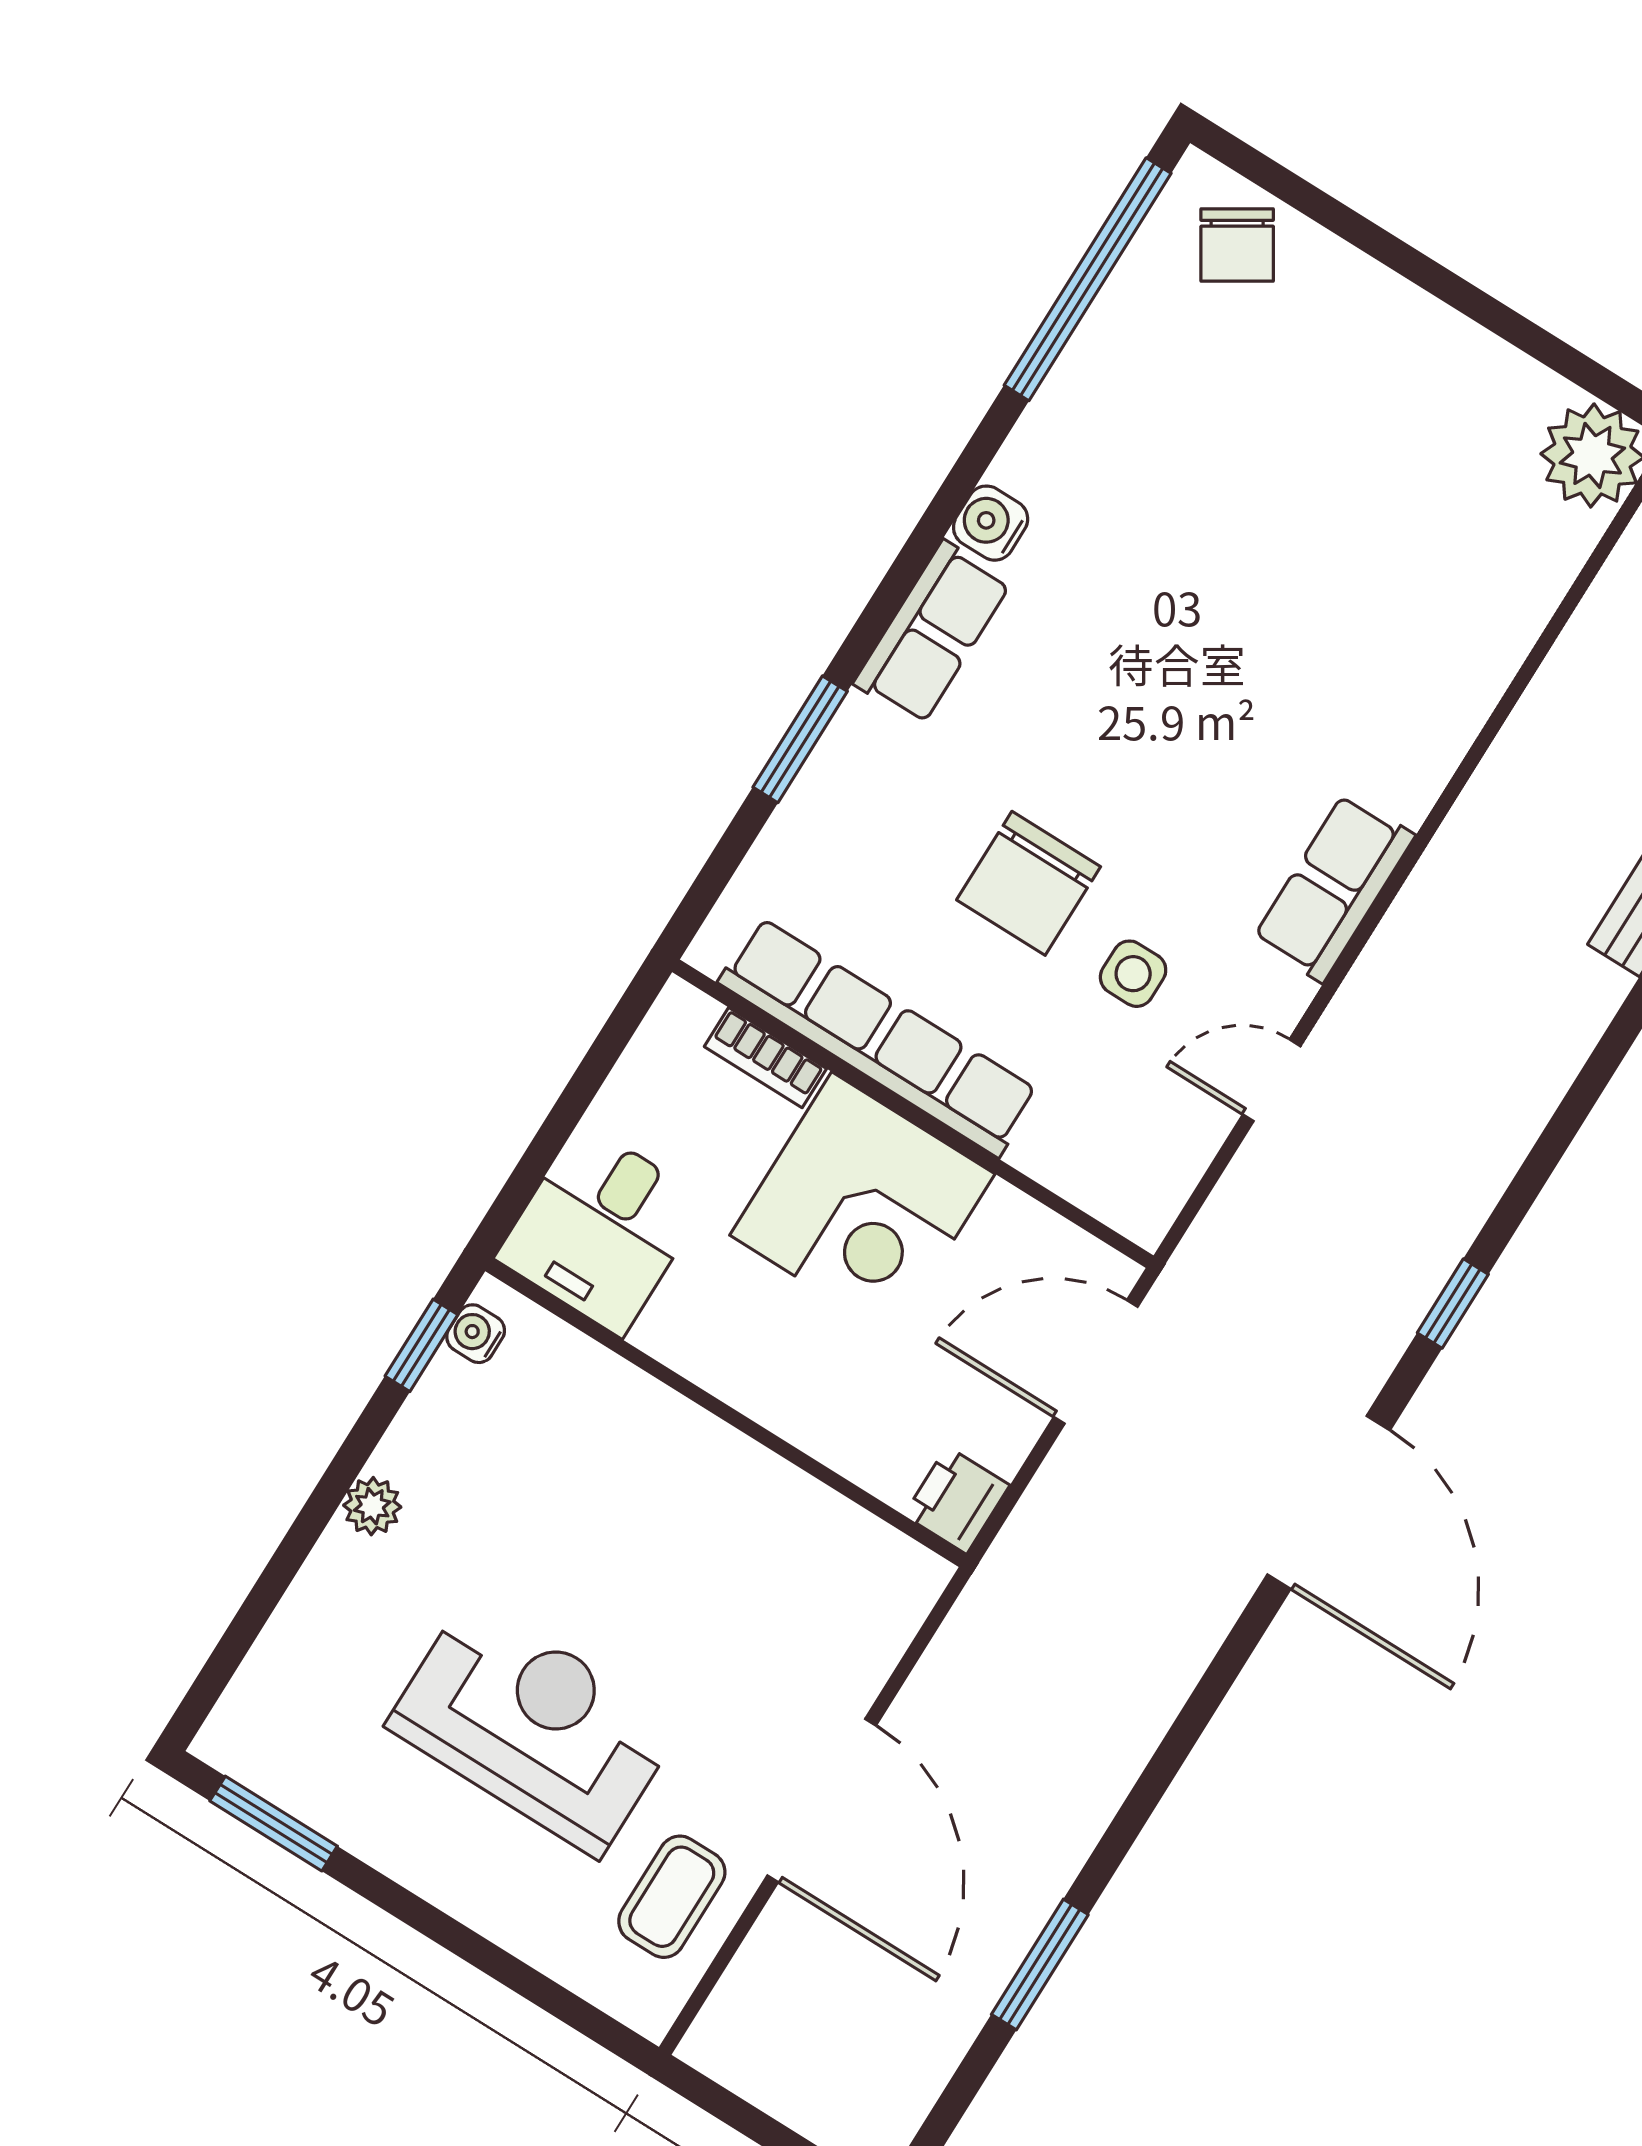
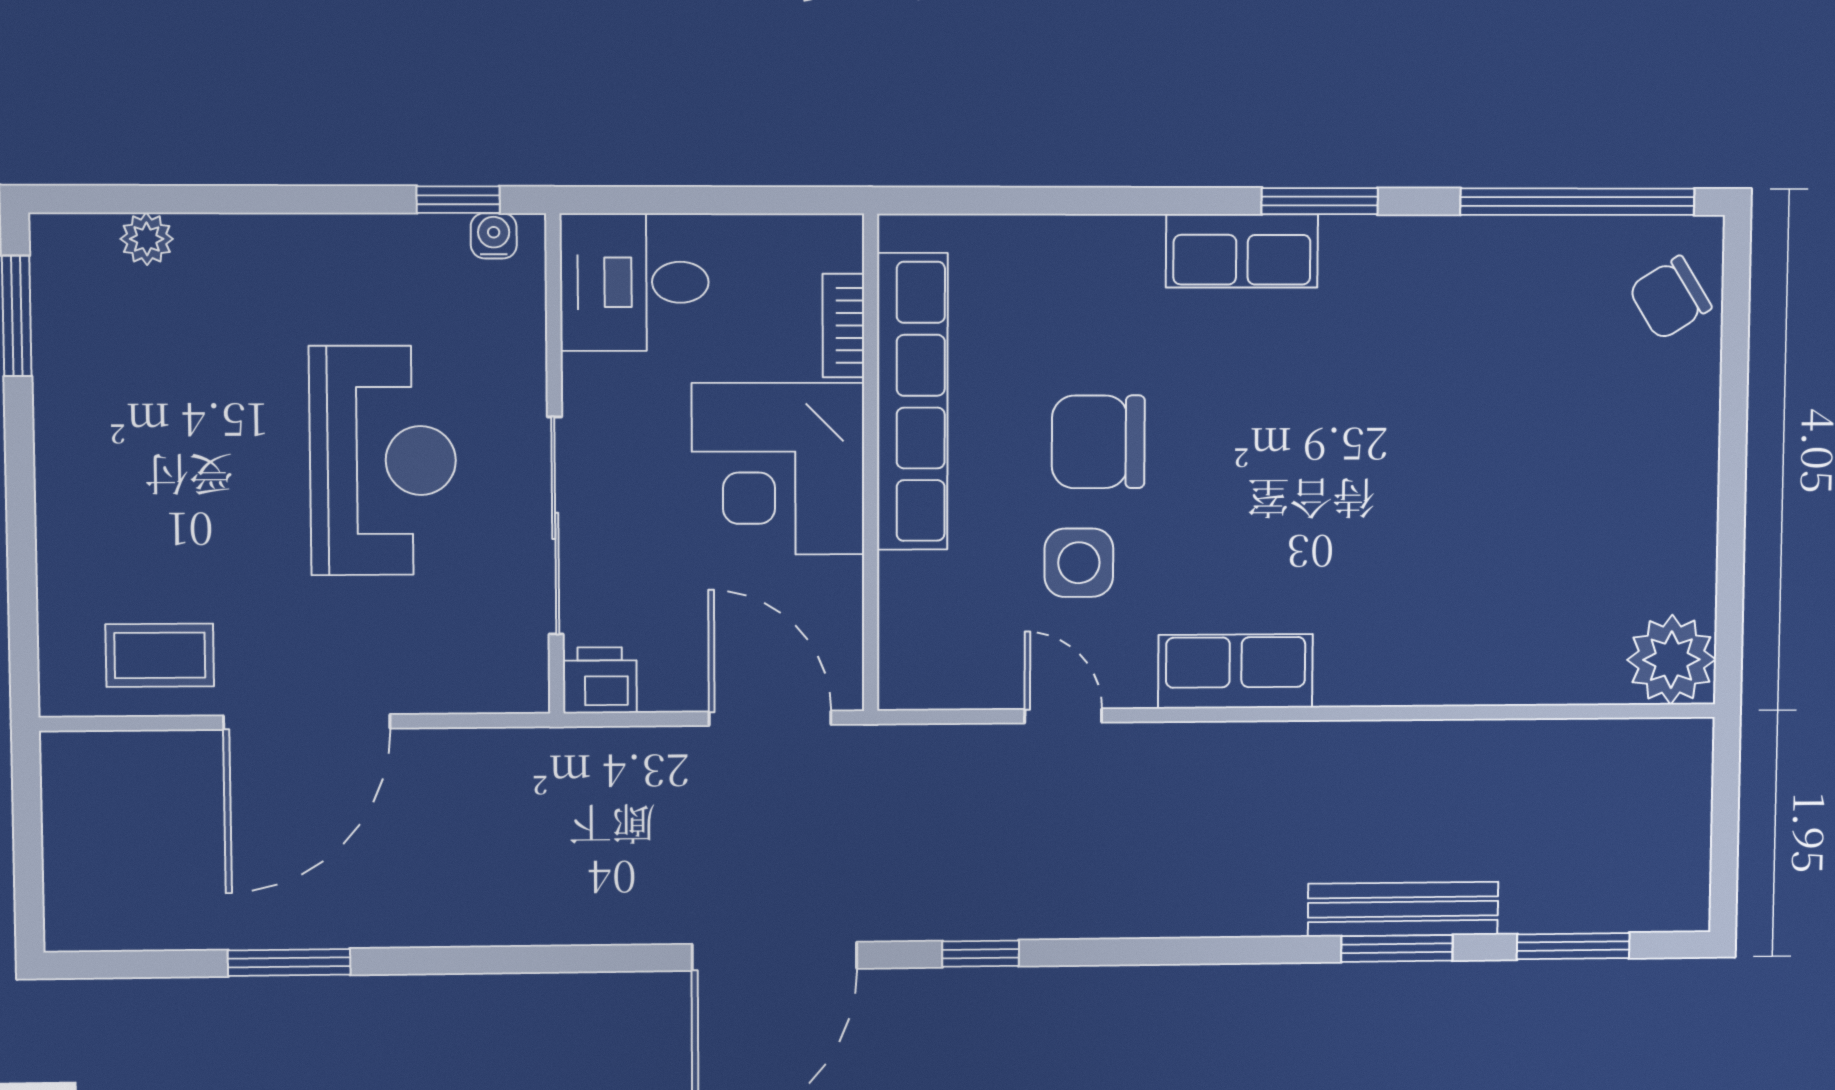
water cooler: (991, 523) -> (1351, 243), removed
window: (800, 739) -> (1320, 201), moved
side table: (1133, 974) -> (1079, 563), width x1.37, depth x1.37
sliding door: (784, 1449) -> (555, 526), added
plant: (372, 1506) -> (147, 239), moved
reception desk: (534, 1726) -> (383, 461), moved

